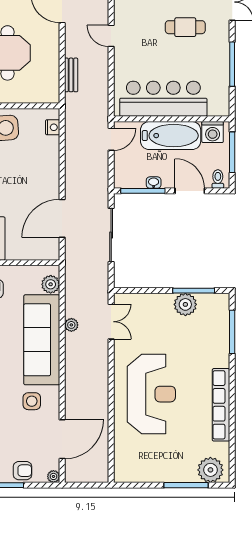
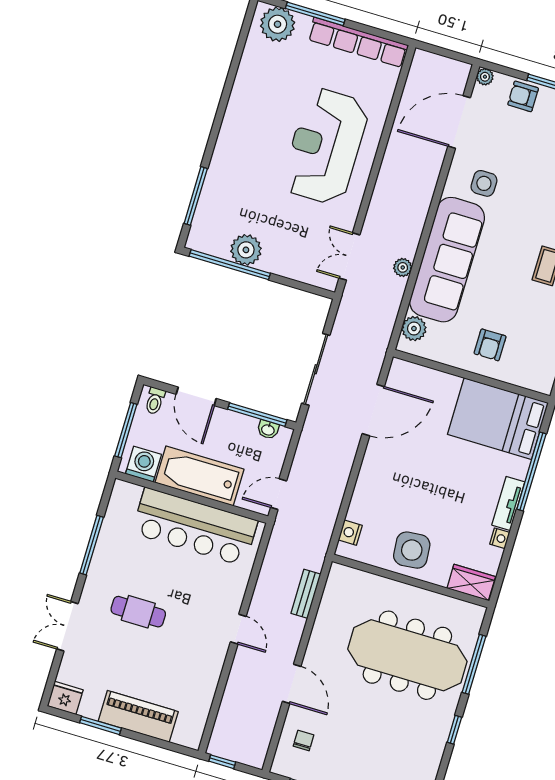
washbasin: (154, 183) -> (268, 430), moved
window: (194, 291) -> (230, 265), width x1.46
row of seats: (221, 405) -> (358, 42), moved, turned 90

